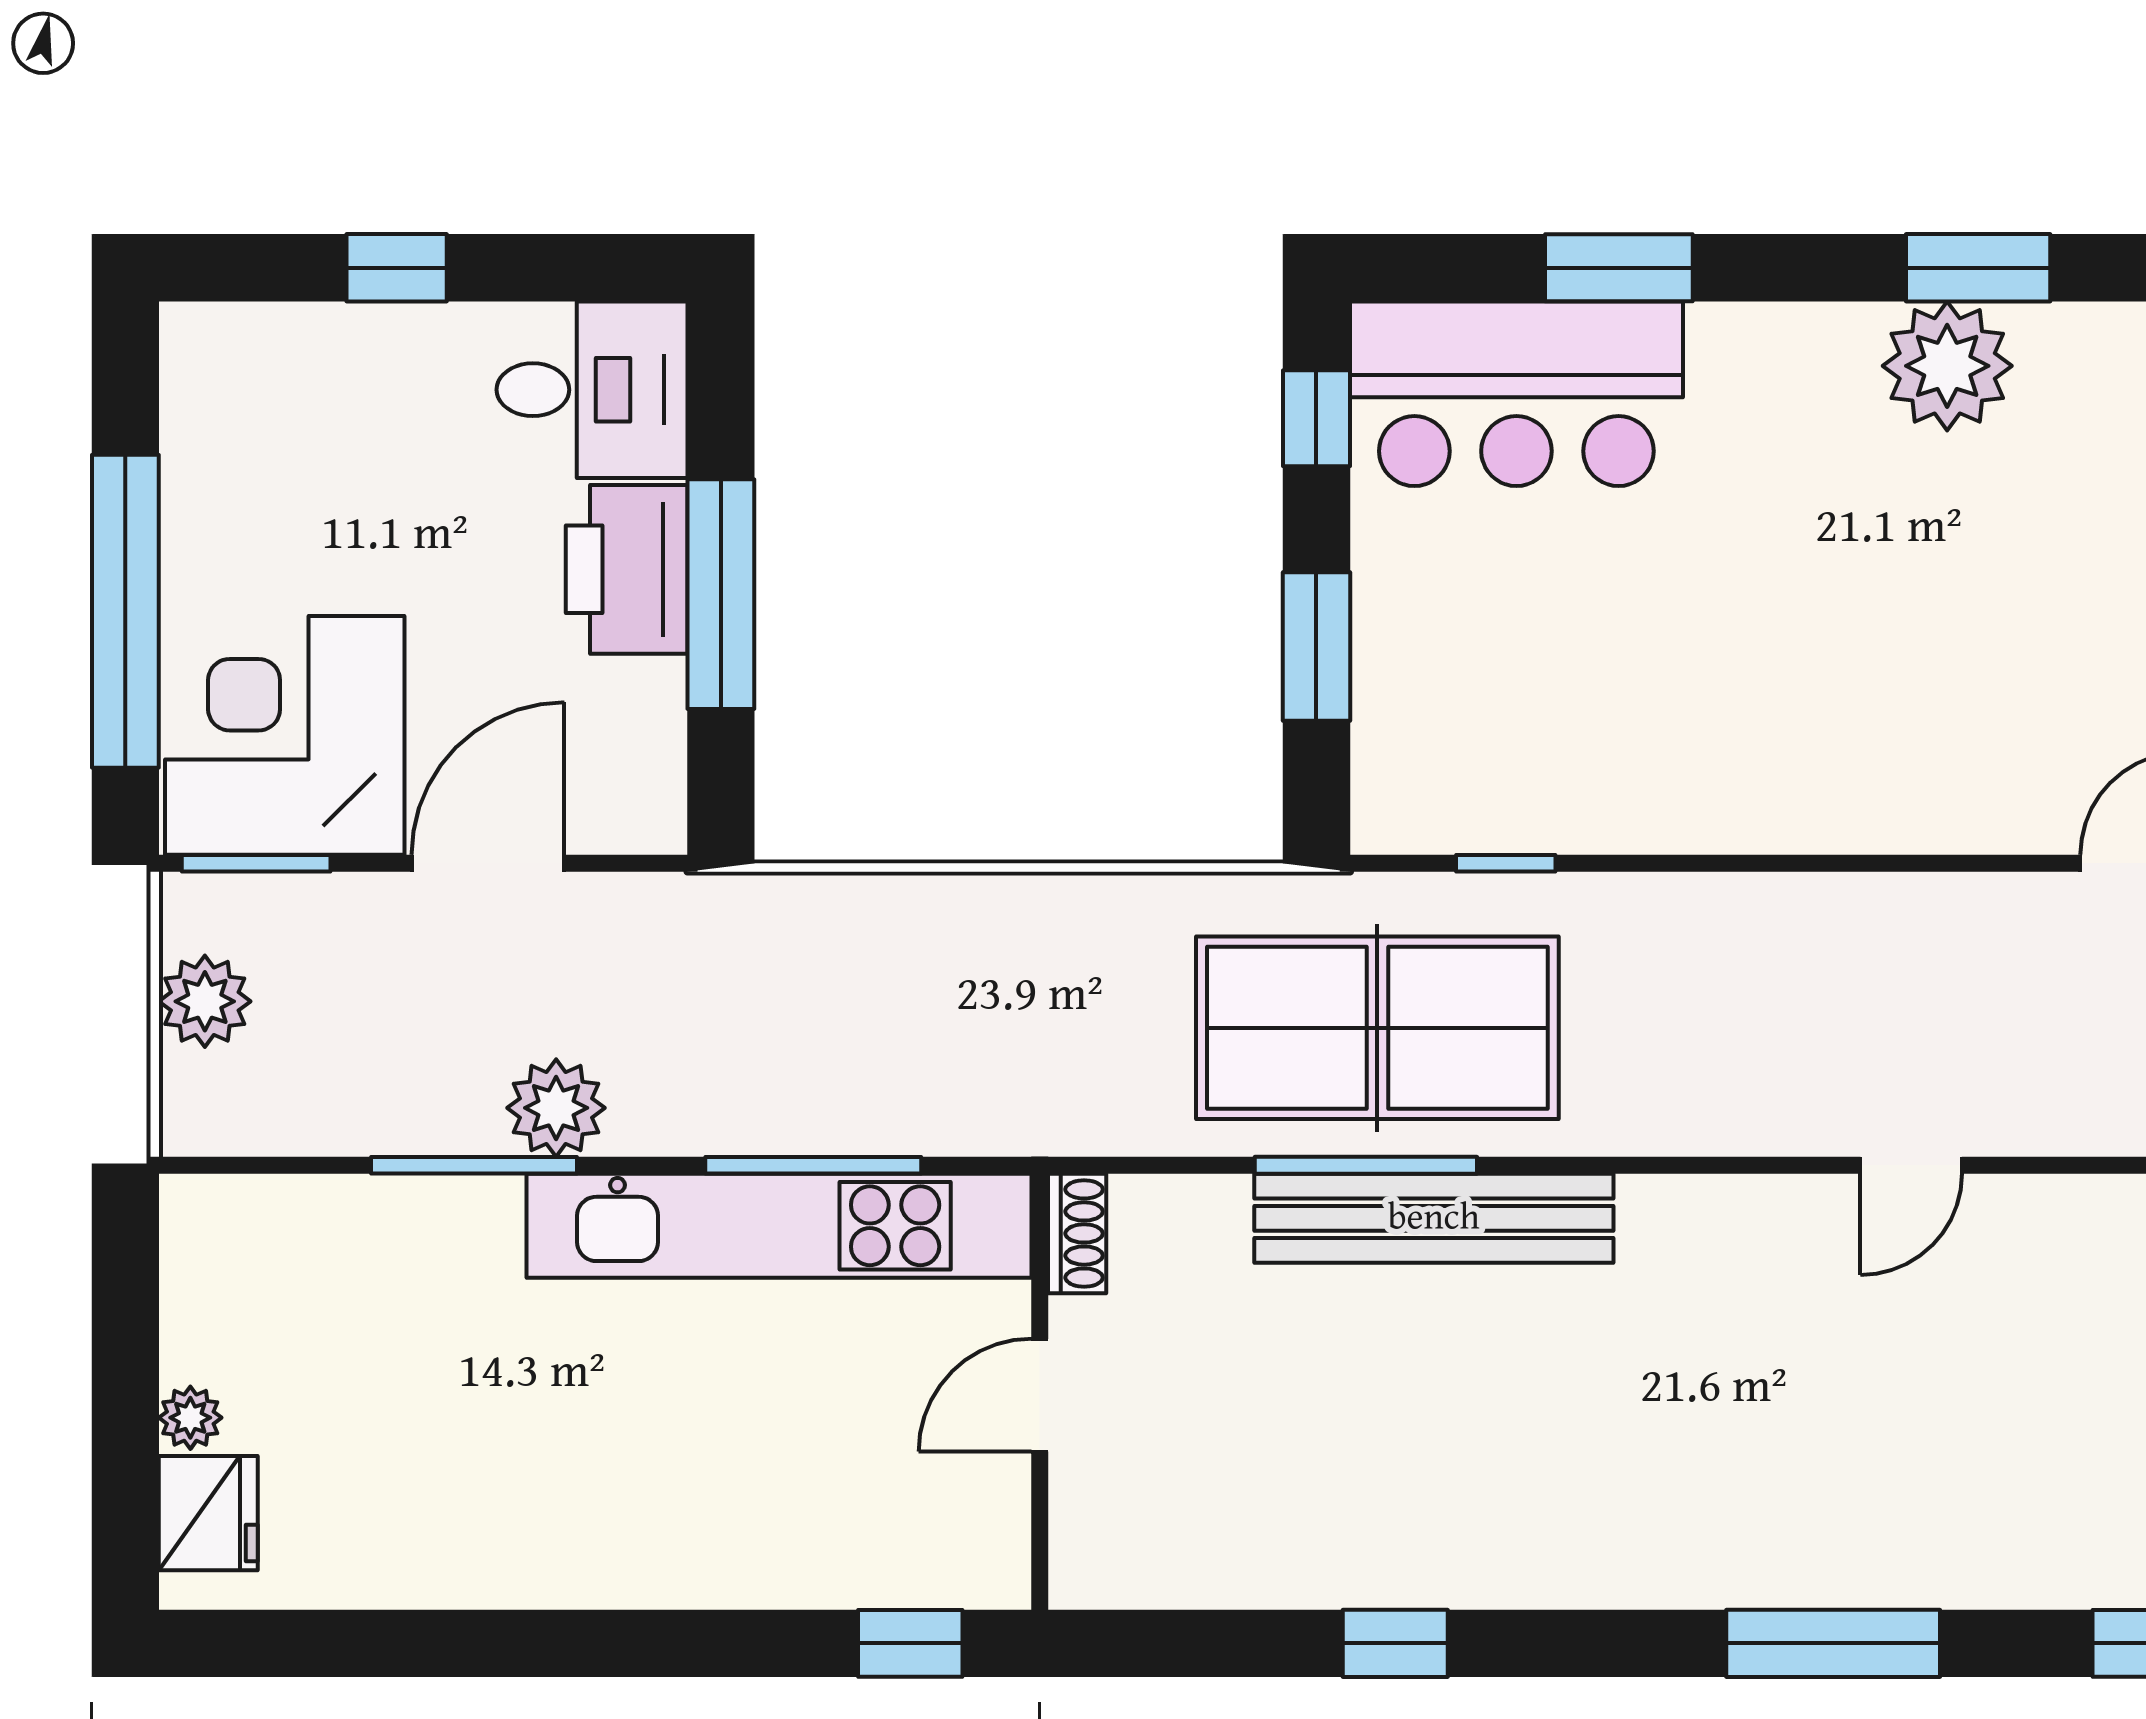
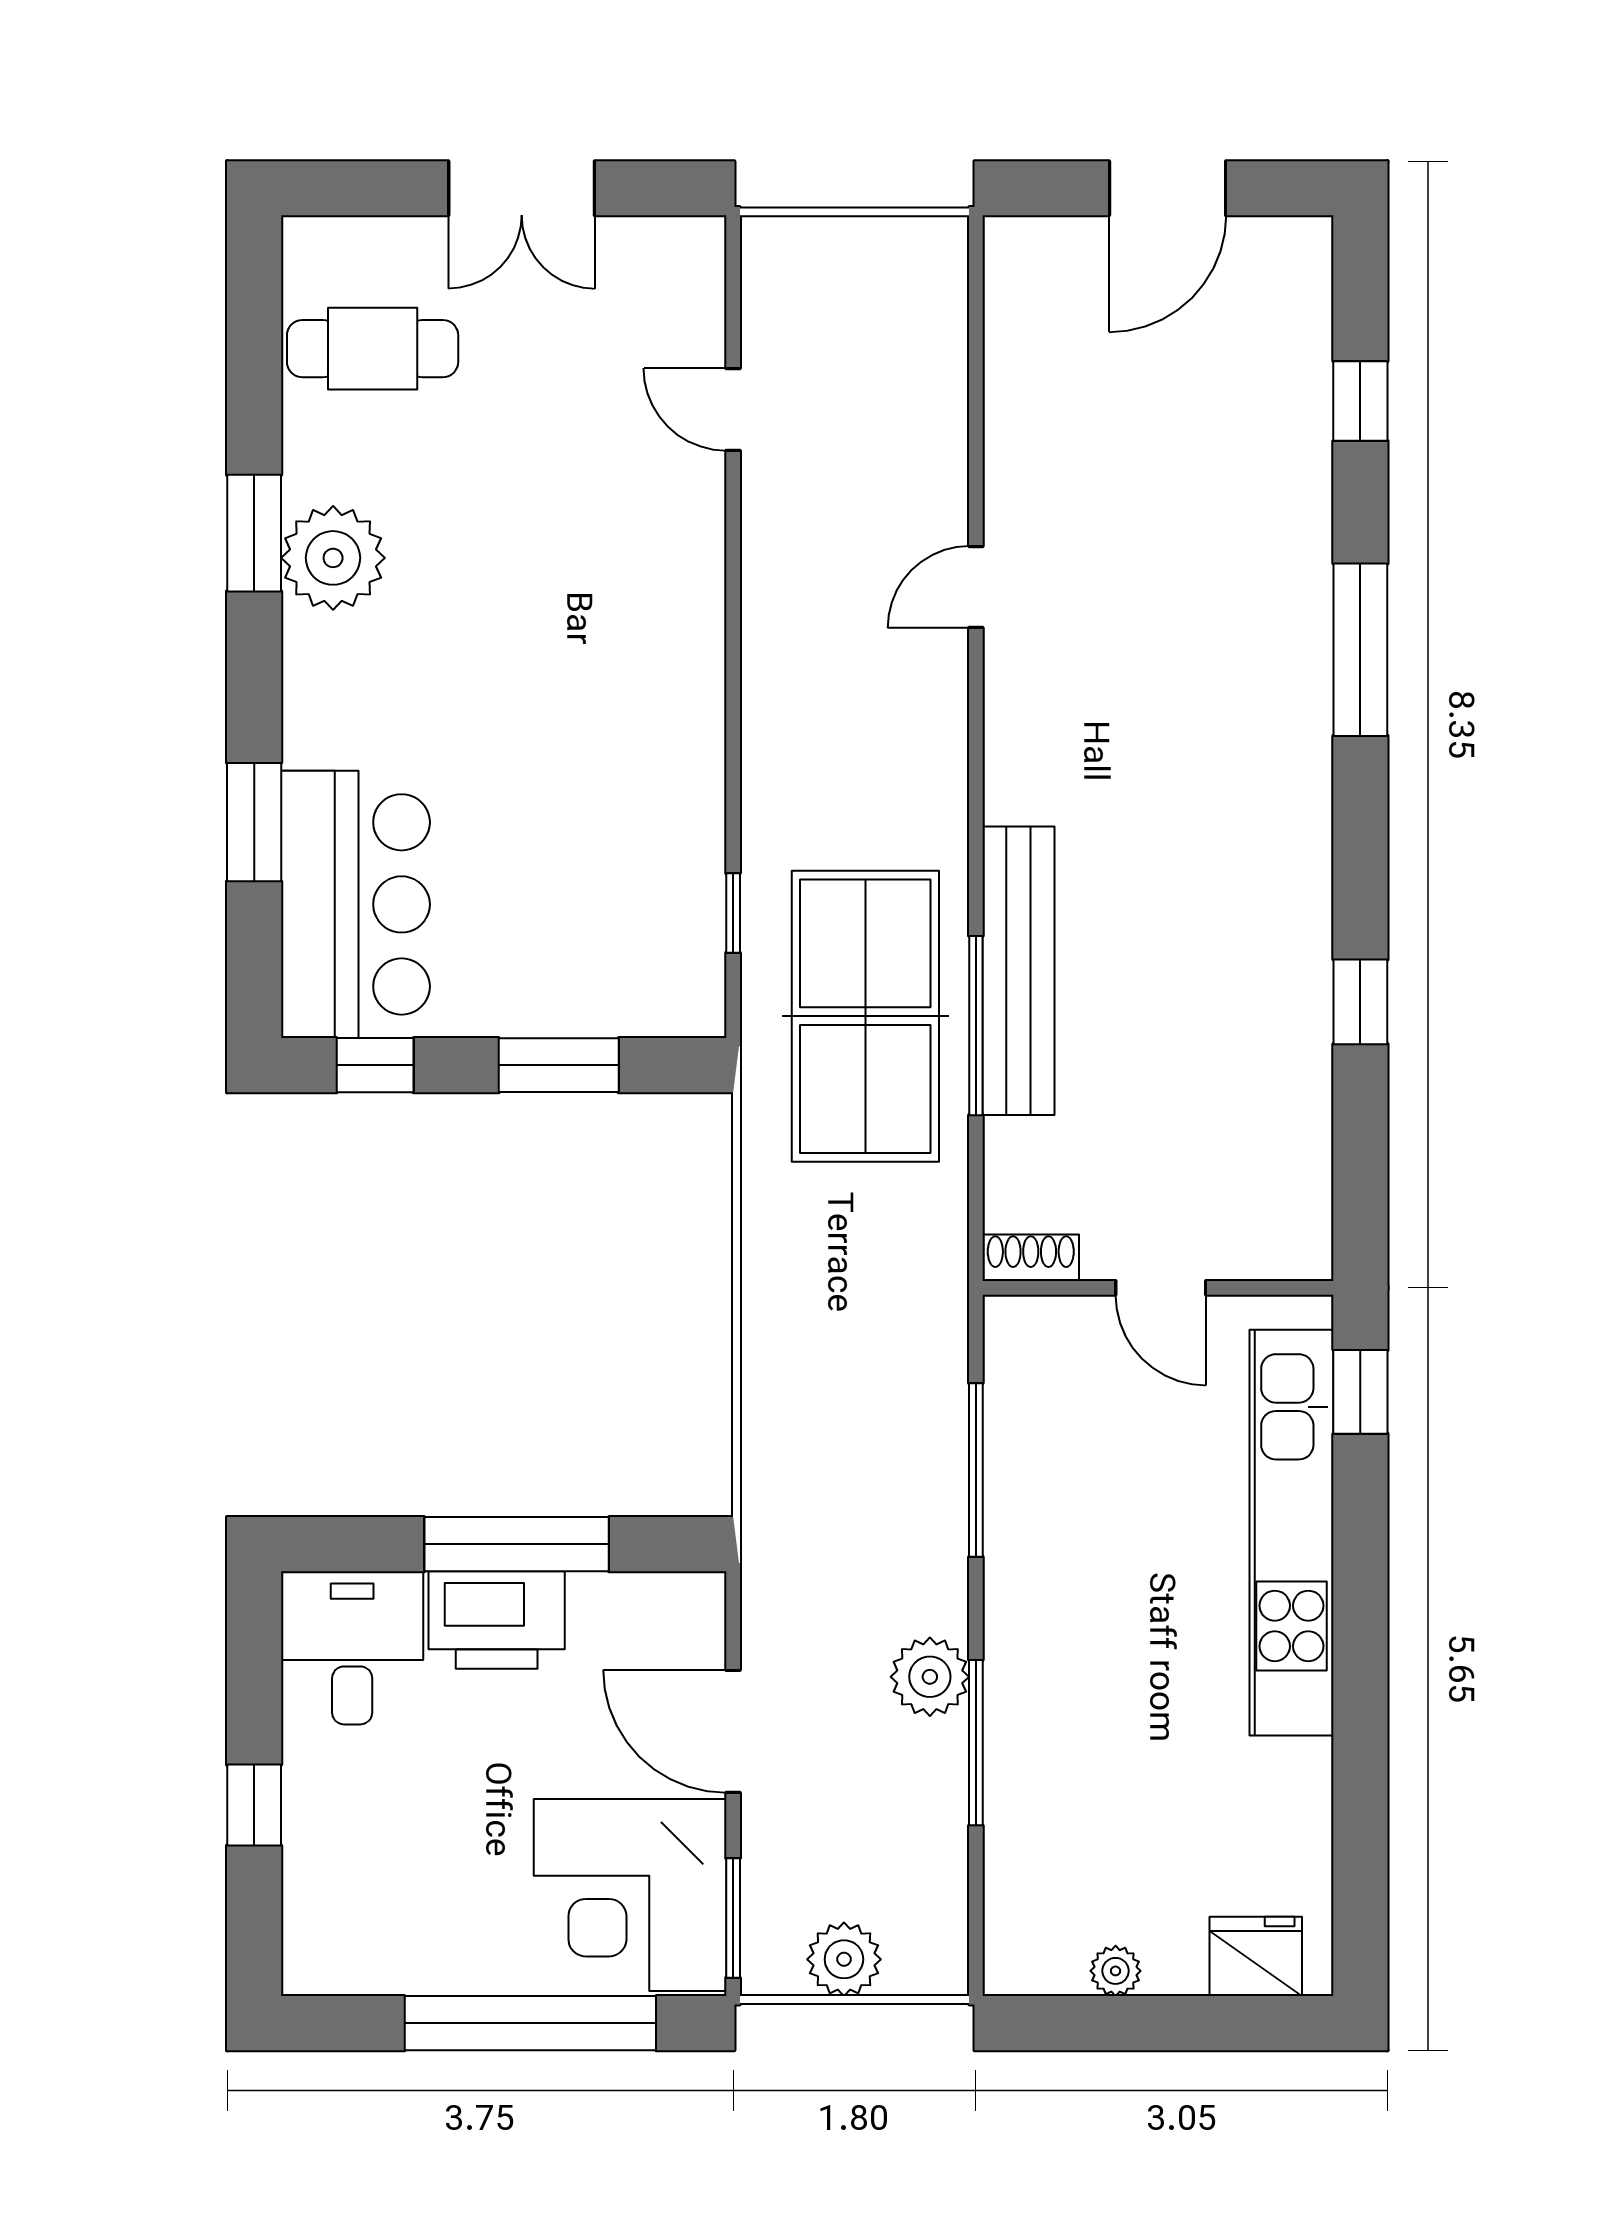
door: (1911, 1165) -> (976, 587), swing flipped
kitchen unit: (779, 1226) -> (1291, 1533), moved, turned 180
plant: (190, 1418) -> (1116, 1971), moved

